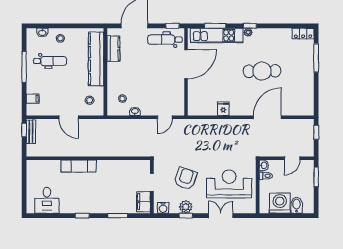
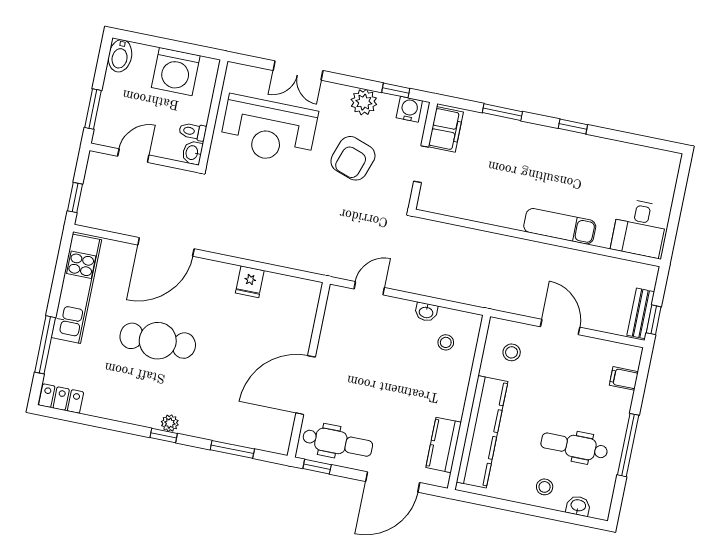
kitchen unit: (217, 35) -> (76, 289), moved, turned 90
desk: (47, 200) -> (639, 228), moved, turned 180
bidet: (297, 205) -> (120, 56), moved
window: (186, 216) -> (396, 90), moved

